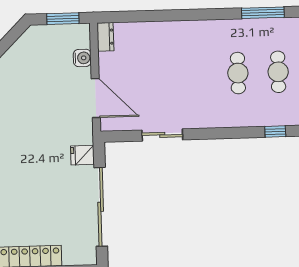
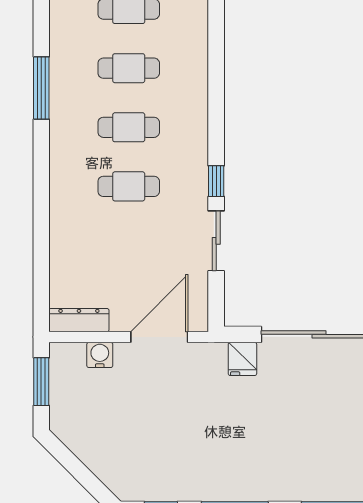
dresser: (105, 37) -> (79, 320), width x1.44
cafe table: (198, 74) -> (129, 186), added
window: (275, 132) -> (216, 181), moved

